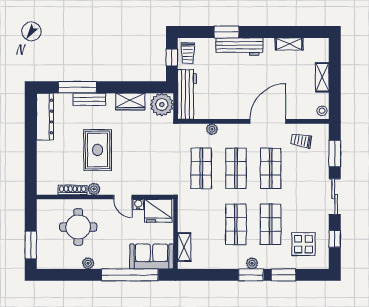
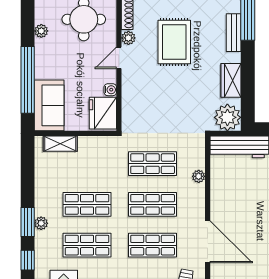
rug: (98, 150) -> (174, 42), turned 90
door: (123, 197) -> (119, 58), moved
window: (283, 275) -> (28, 260), width x0.67

